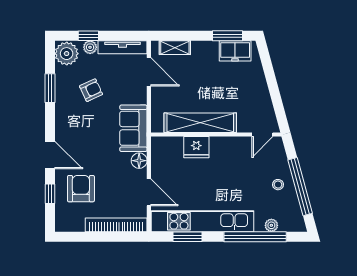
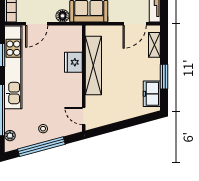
window: (227, 36) -> (164, 77), moved
plant: (271, 225) -> (10, 136), moved

